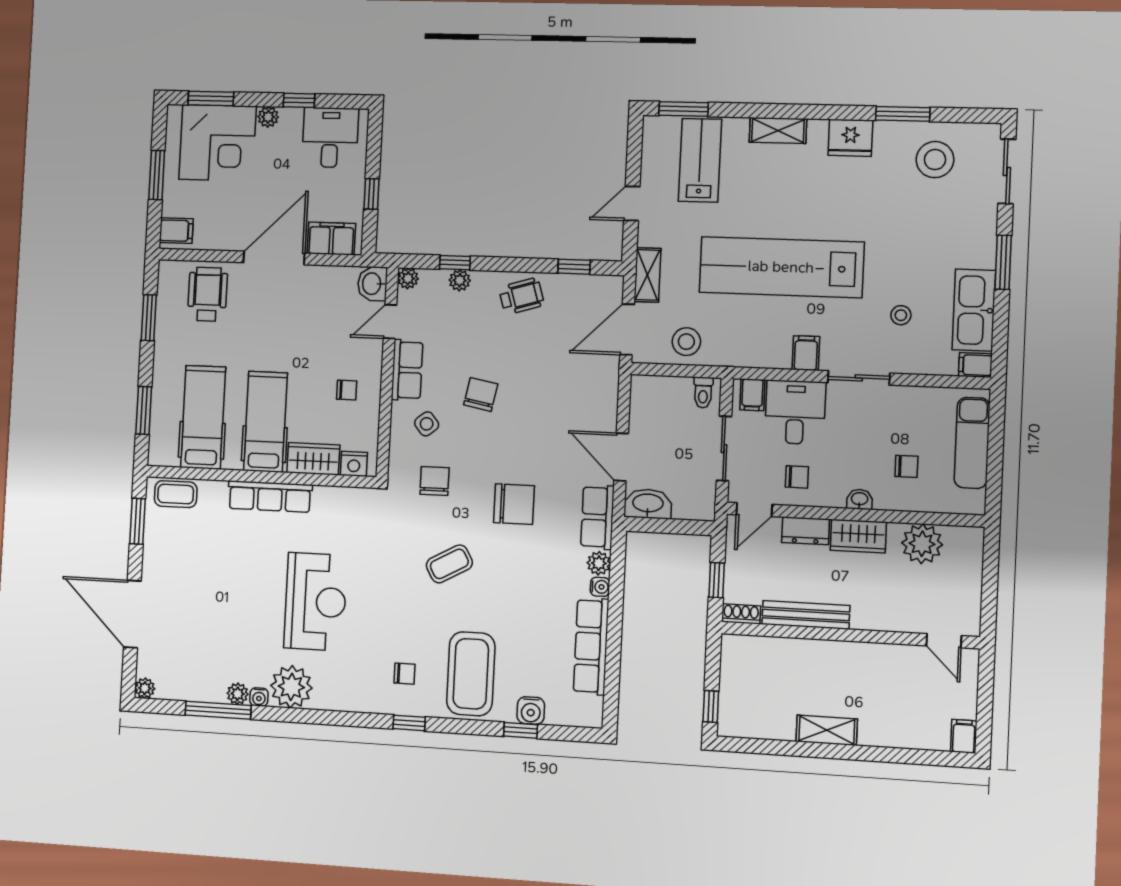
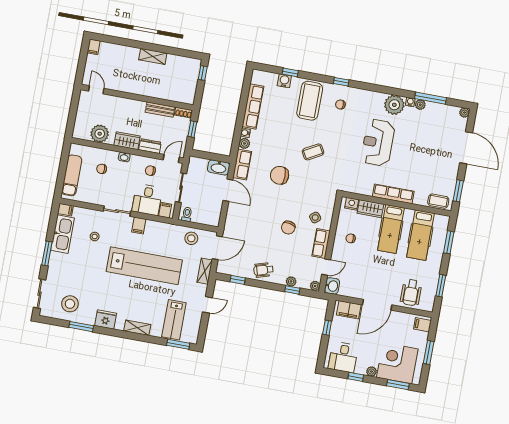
chair: (435, 481) -> (315, 191), removed
bench: (806, 615) -> (160, 110), width x0.73

